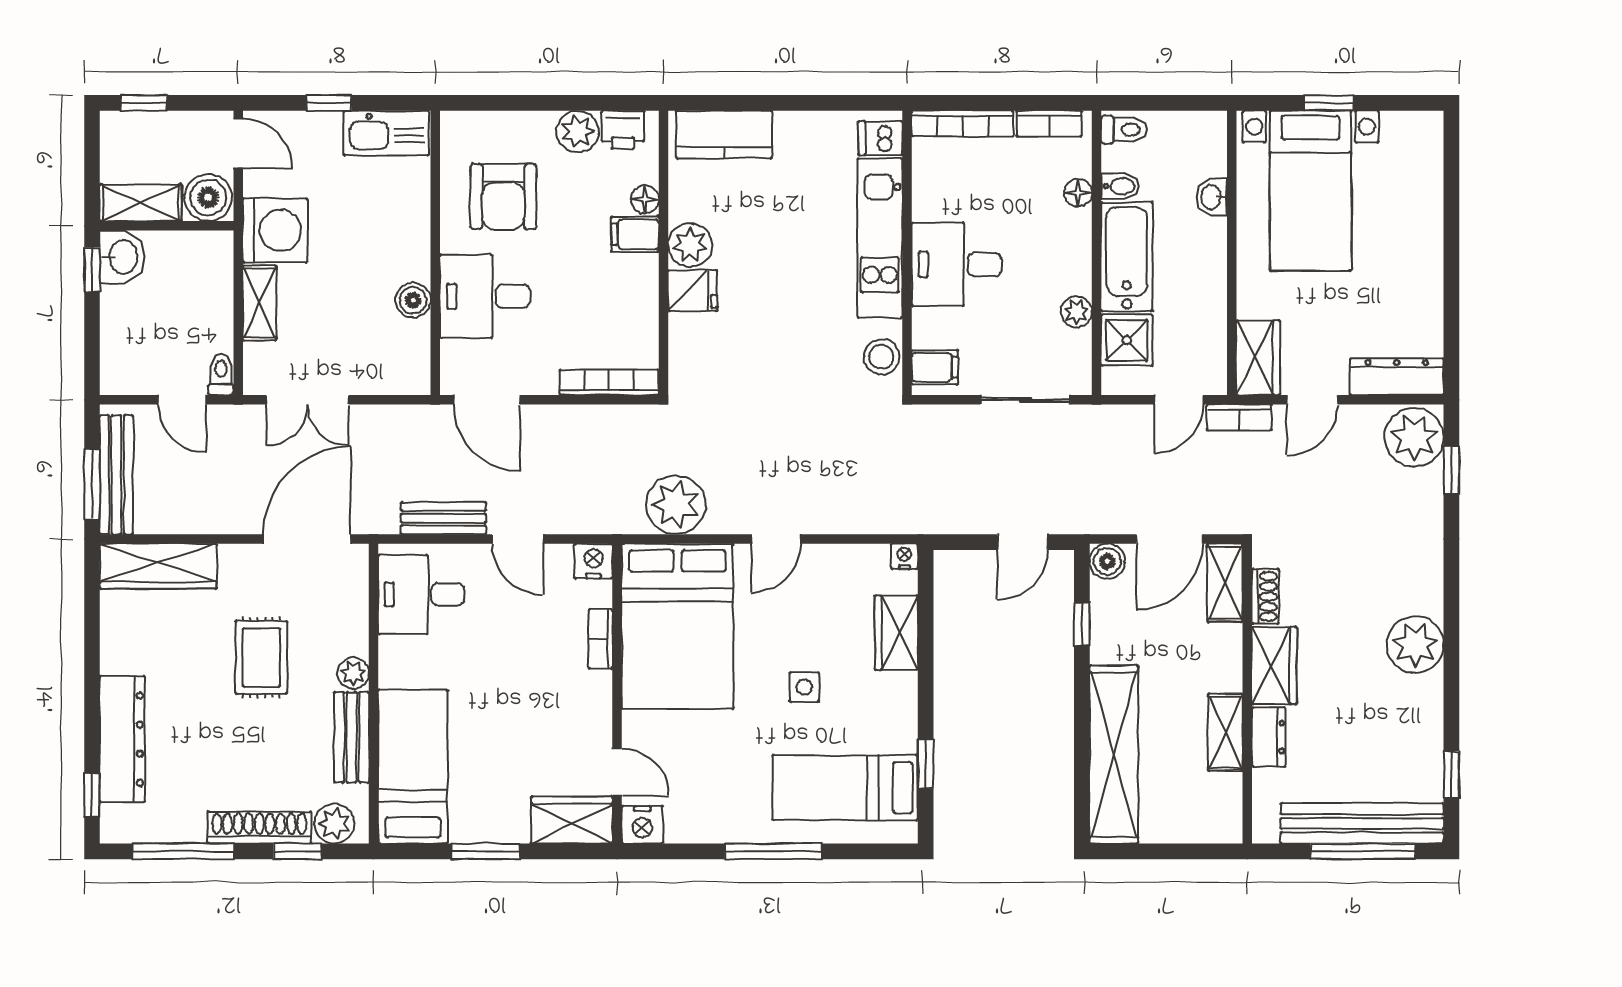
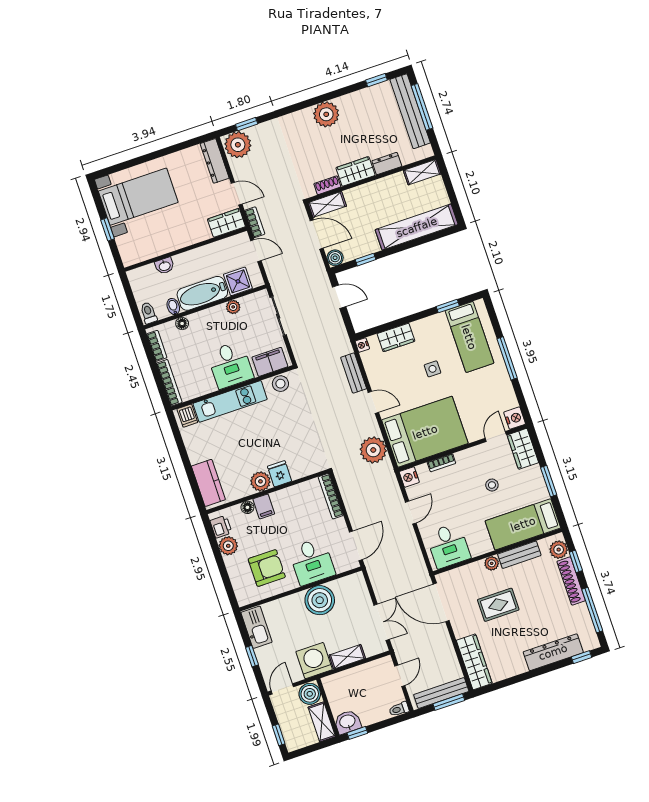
bed with nightstands: (1311, 191) -> (138, 197), moved
boiler: (413, 300) -> (320, 600), width x1.86, depth x1.86
filing cabinet: (935, 367) -> (270, 362), width x2.00
toilet: (221, 374) -> (399, 709), moved
bench: (443, 518) -> (354, 373), moved
stool: (518, 729) -> (492, 485), added
shelving: (1225, 732) -> (422, 172), moved

